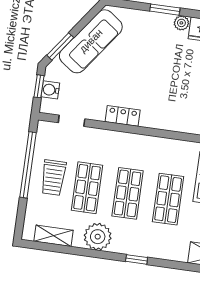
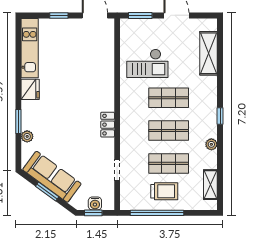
plant: (181, 23) -> (27, 136), moved
window: (60, 46) -> (47, 191), moved
locker: (123, 116) -> (108, 125), moved
doorway: (72, 121) -> (117, 170), moved
plant: (98, 237) -> (211, 144), width x0.53, depth x0.53

